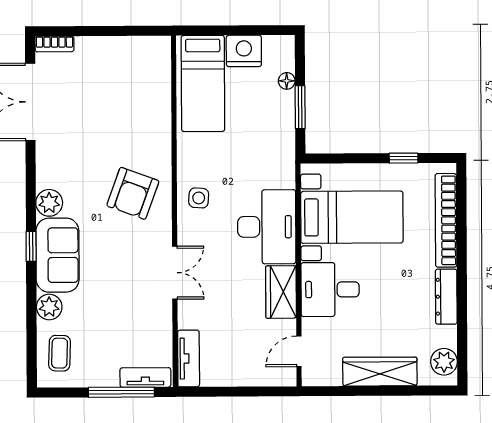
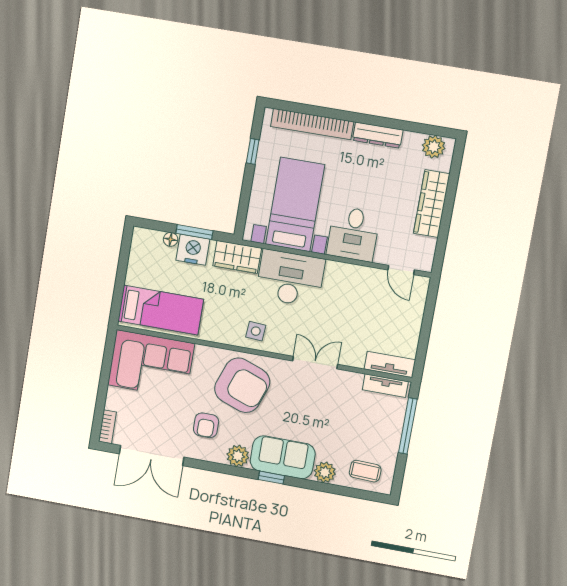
nightstand: (244, 51) -> (193, 250), moved, turned 90
corner sofa: (138, 83) -> (151, 364), added
armchair: (78, 159) -> (206, 425), added
armchair: (133, 193) -> (242, 385), width x1.36, depth x1.36
wardrobe: (281, 292) -> (237, 257), moved
tv unit: (145, 377) -> (385, 386), moved, turned -90

